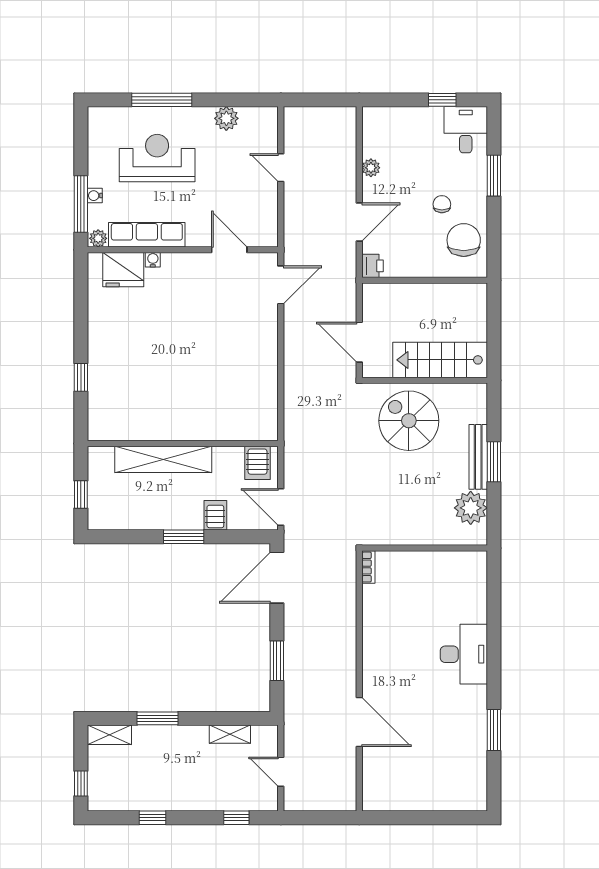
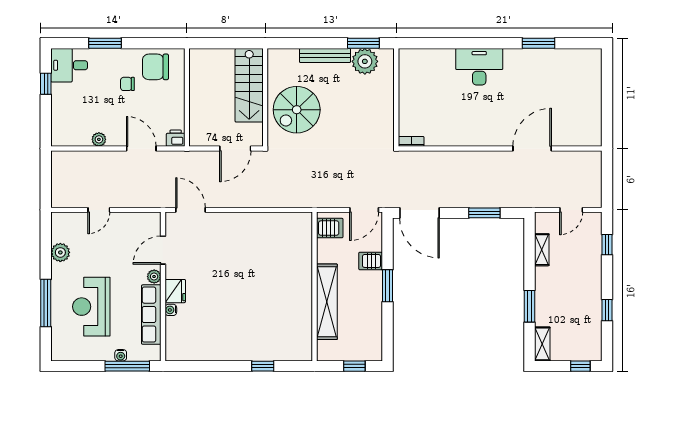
plant: (98, 238) -> (154, 277), moved
fridge: (123, 270) -> (175, 291), moved, width x0.73, depth x0.75
window: (494, 462) -> (363, 43), moved

